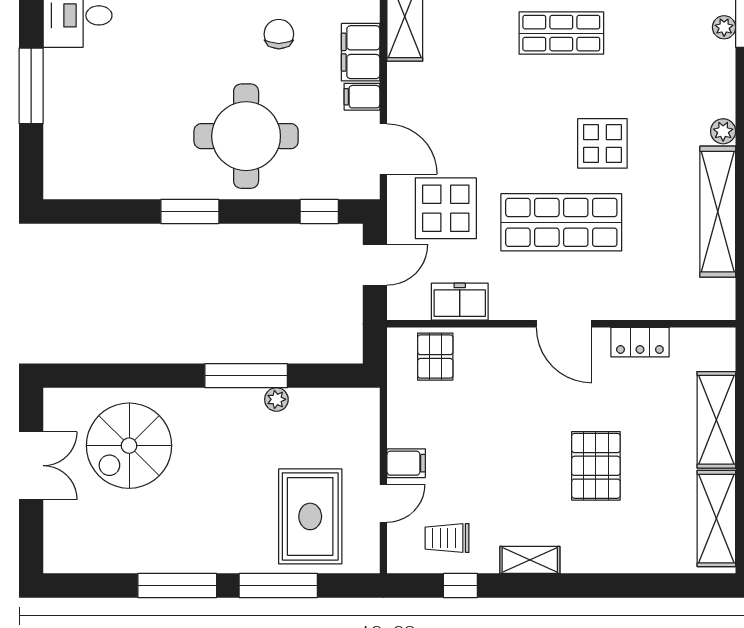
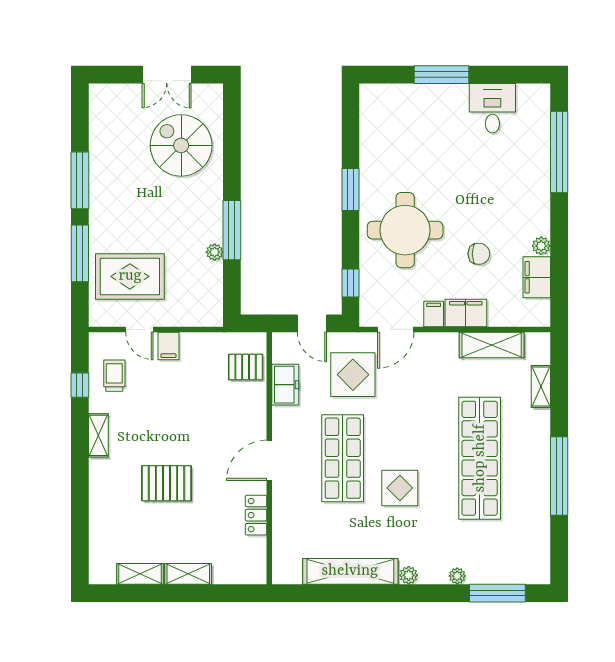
plant: (724, 27) -> (457, 576), moved
shop shelf: (561, 33) -> (480, 458), width x2.00, depth x1.36
shelving: (716, 420) -> (188, 574), width x0.67, depth x0.75
shelving: (716, 519) -> (140, 574), width x0.67, depth x0.75

